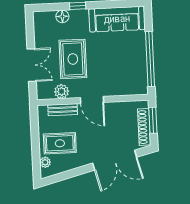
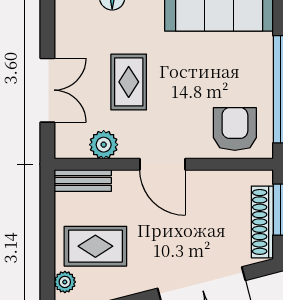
rug: (73, 59) -> (129, 82), width x0.73, depth x0.70
armchair: (128, 80) -> (235, 129), added
bench: (63, 110) -> (83, 180), moved

